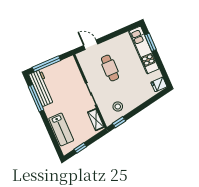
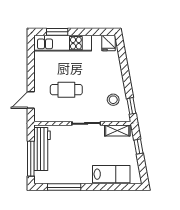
workbench: (42, 88) -> (42, 149), moved, turned 90
window: (80, 148) -> (139, 147), moved

